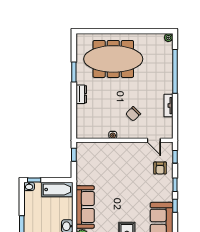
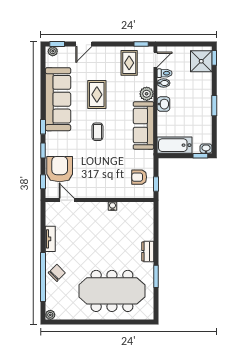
chair: (133, 114) -> (57, 273), moved
armchair: (89, 161) -> (139, 177), added
armchair: (160, 168) -> (60, 169), width x1.88, depth x1.88
coffee table: (126, 201) -> (97, 132), added

